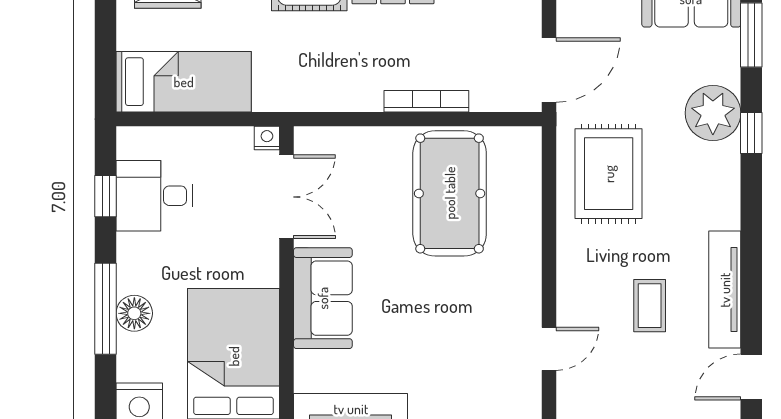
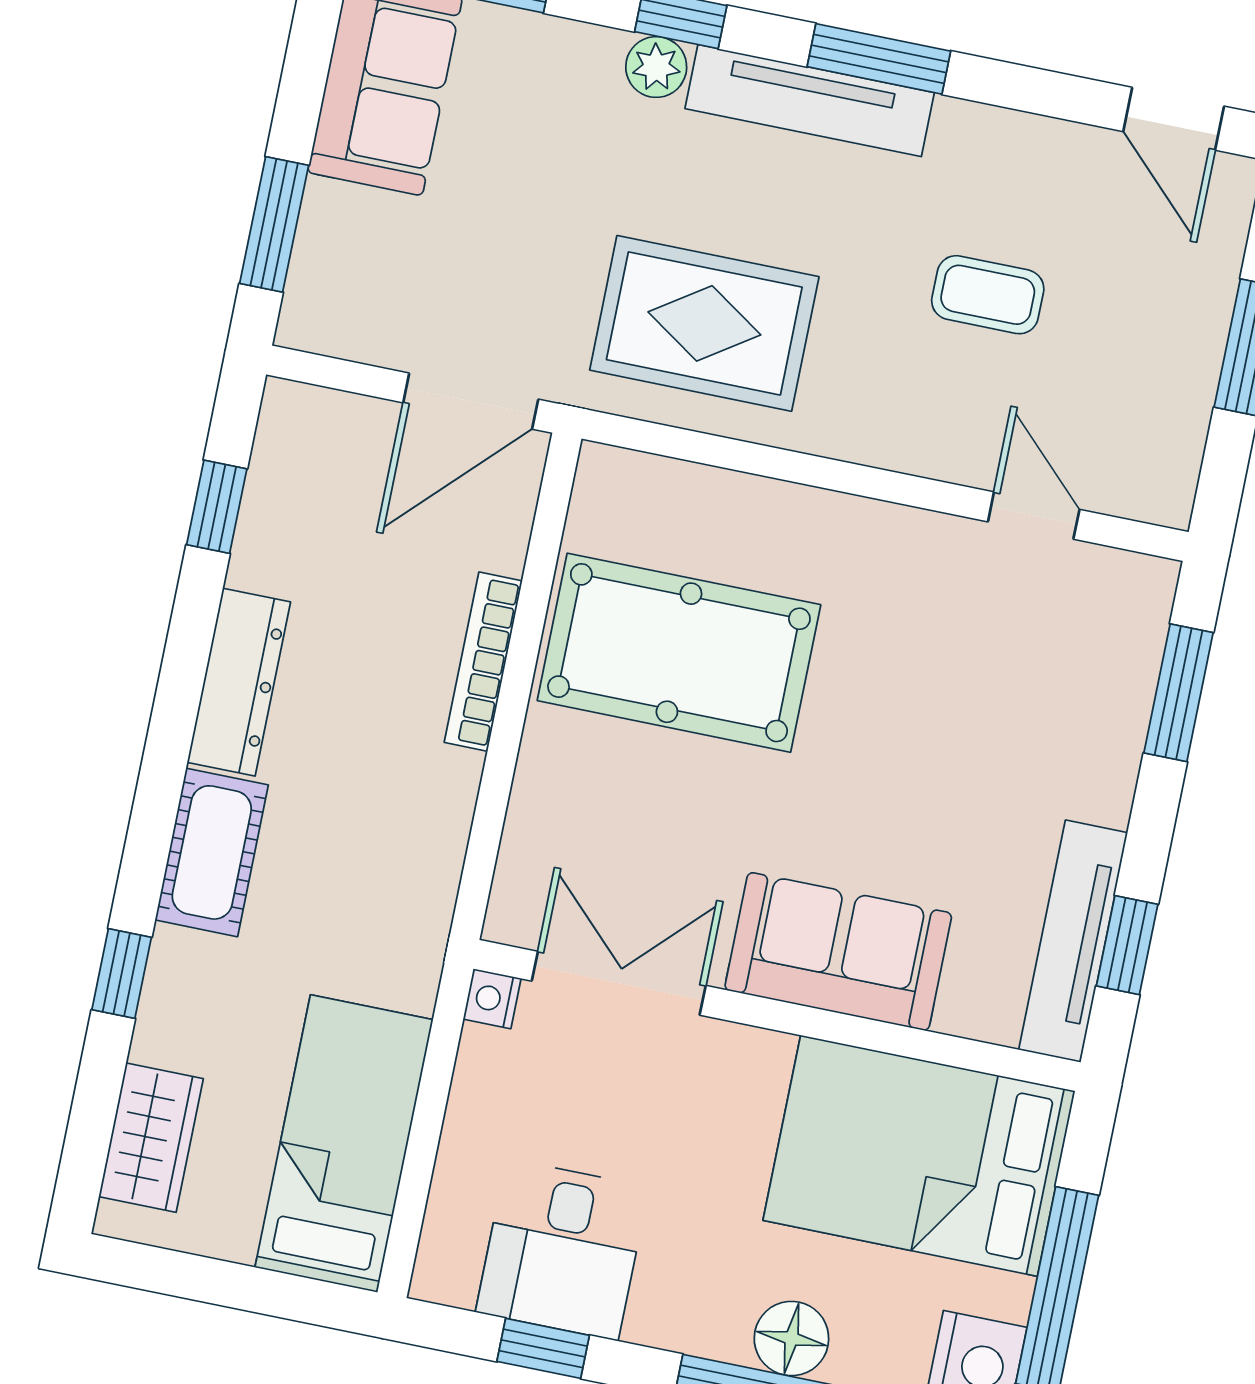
door: (549, 70) -> (471, 401), swing flipped
plant: (713, 113) -> (656, 67), width x0.53, depth x0.53
window: (751, 231) -> (879, 59), added
tv unit: (725, 290) -> (810, 101), moved

